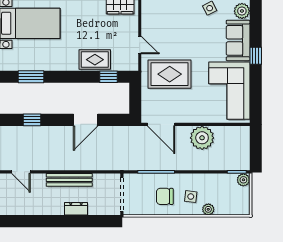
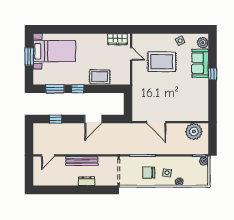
door: (140, 45) -> (131, 54), moved
rug: (170, 74) -> (162, 62), moved
window: (109, 77) -> (78, 89), moved
corner sofa: (229, 91) -> (194, 99), removed
door: (161, 124) -> (156, 122), moved
plant: (202, 138) -> (194, 131), moved
door: (21, 172) -> (48, 155), hinge flipped

